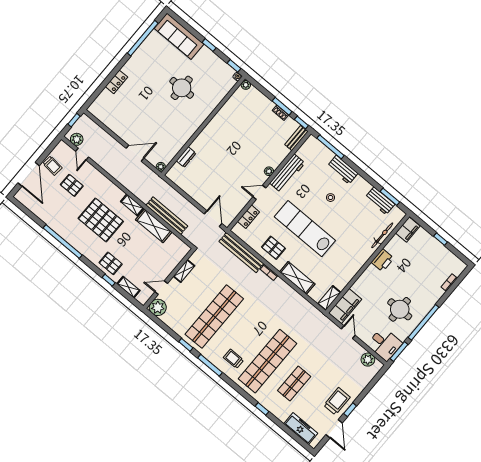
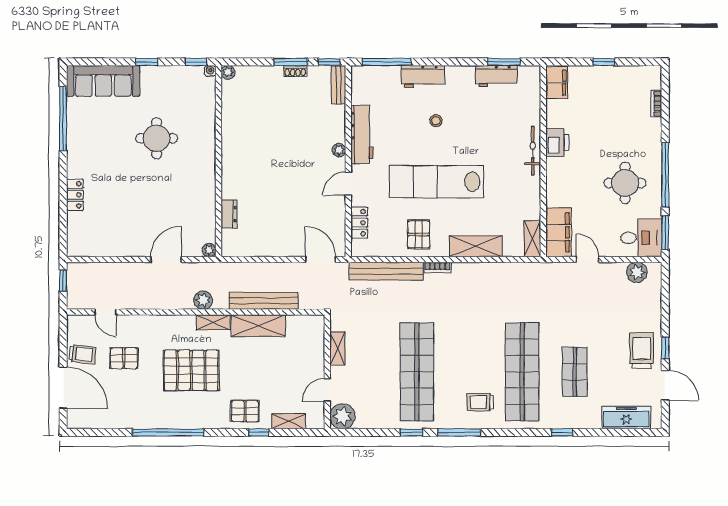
plant: (77, 139) -> (203, 300), moved
bicycle: (382, 235) -> (533, 151), moved
pallet: (273, 248) -> (419, 234), turned 90

